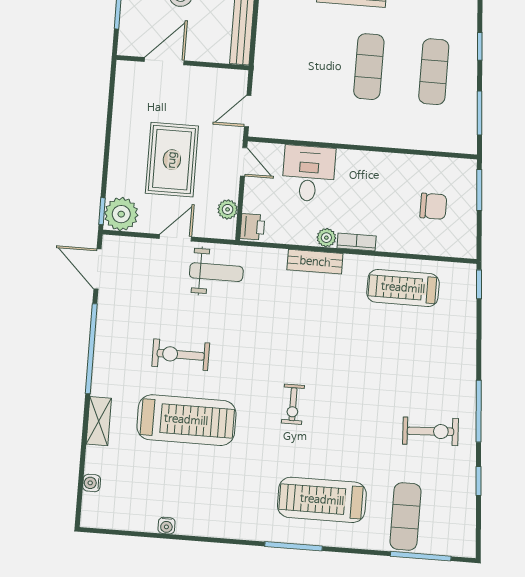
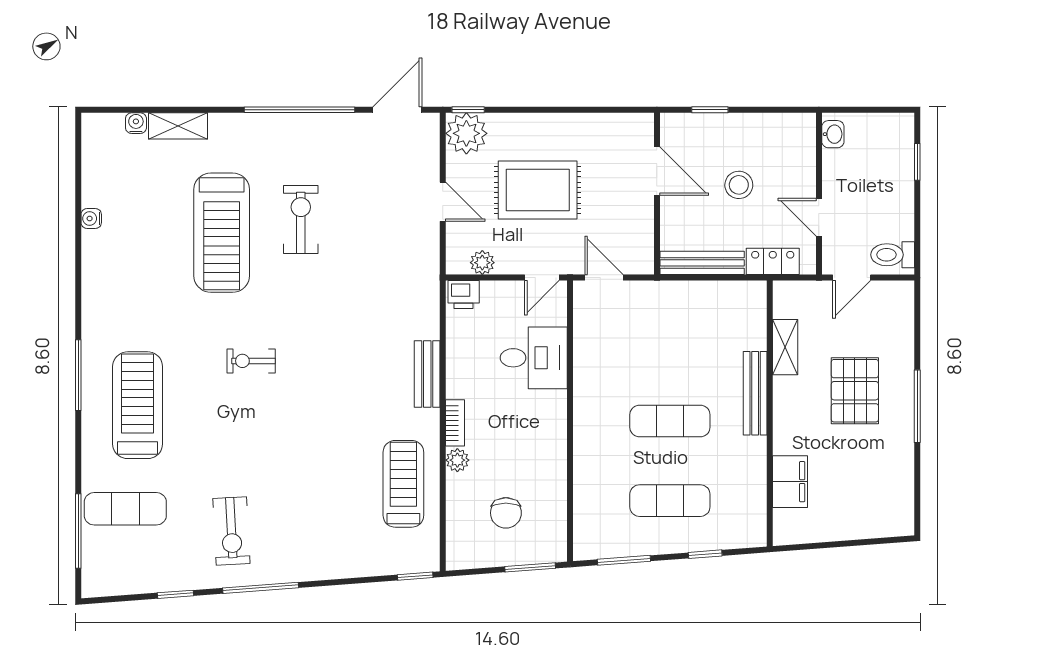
plant: (326, 238) -> (457, 460), moved
weight bench: (216, 272) -> (405, 255), removed
shelving: (99, 421) -> (178, 126), moved

